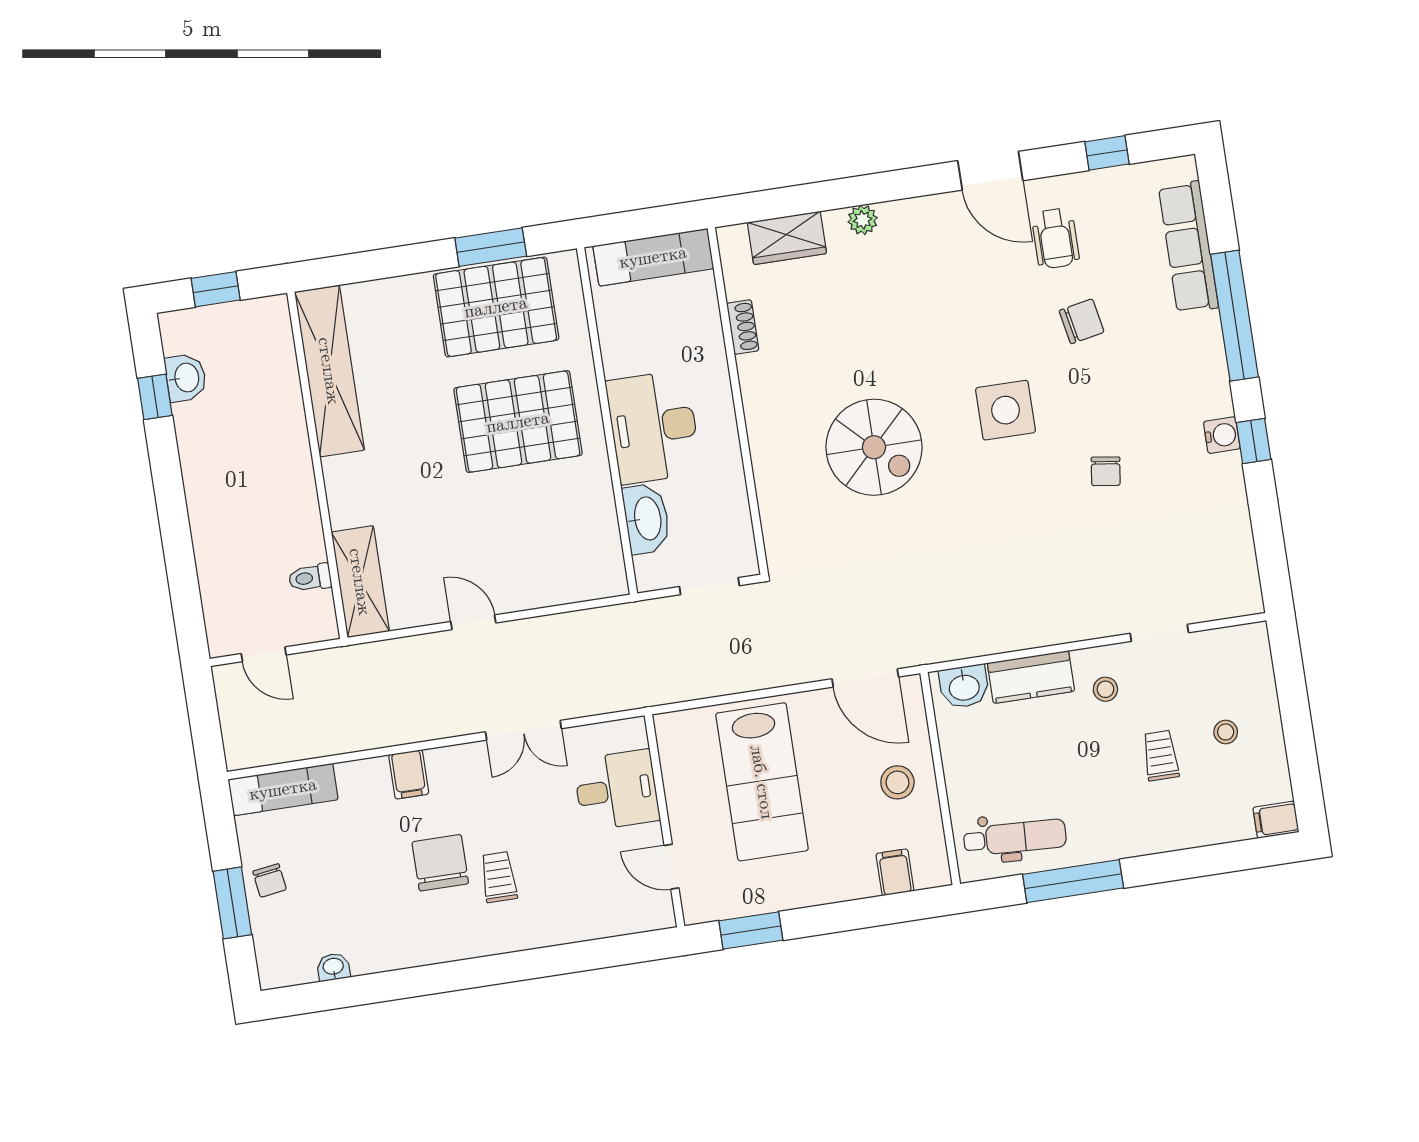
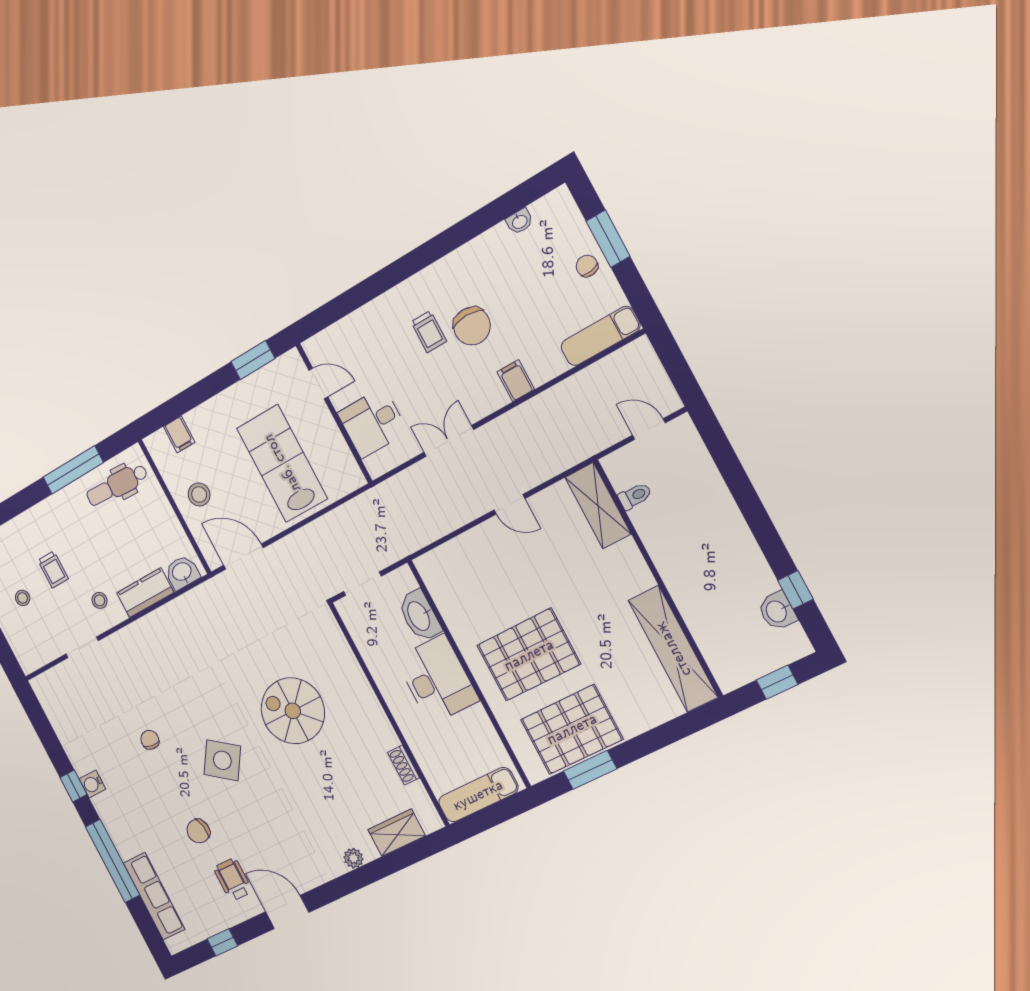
side table: (1006, 410) -> (222, 760), turned 35

